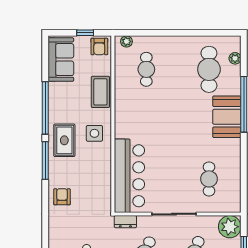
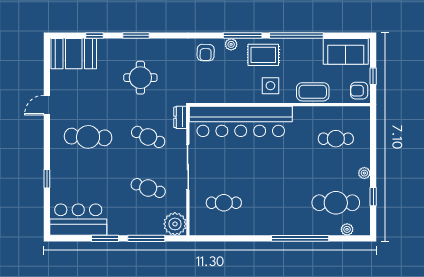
window: (203, 33) -> (373, 197), added
plant: (126, 41) -> (364, 173), moved
booth: (227, 117) -> (287, 221), removed
plant: (54, 172) -> (231, 44), added
bar counter: (129, 176) -> (241, 121), width x1.36
armchair: (62, 197) -> (206, 53), turned 91

